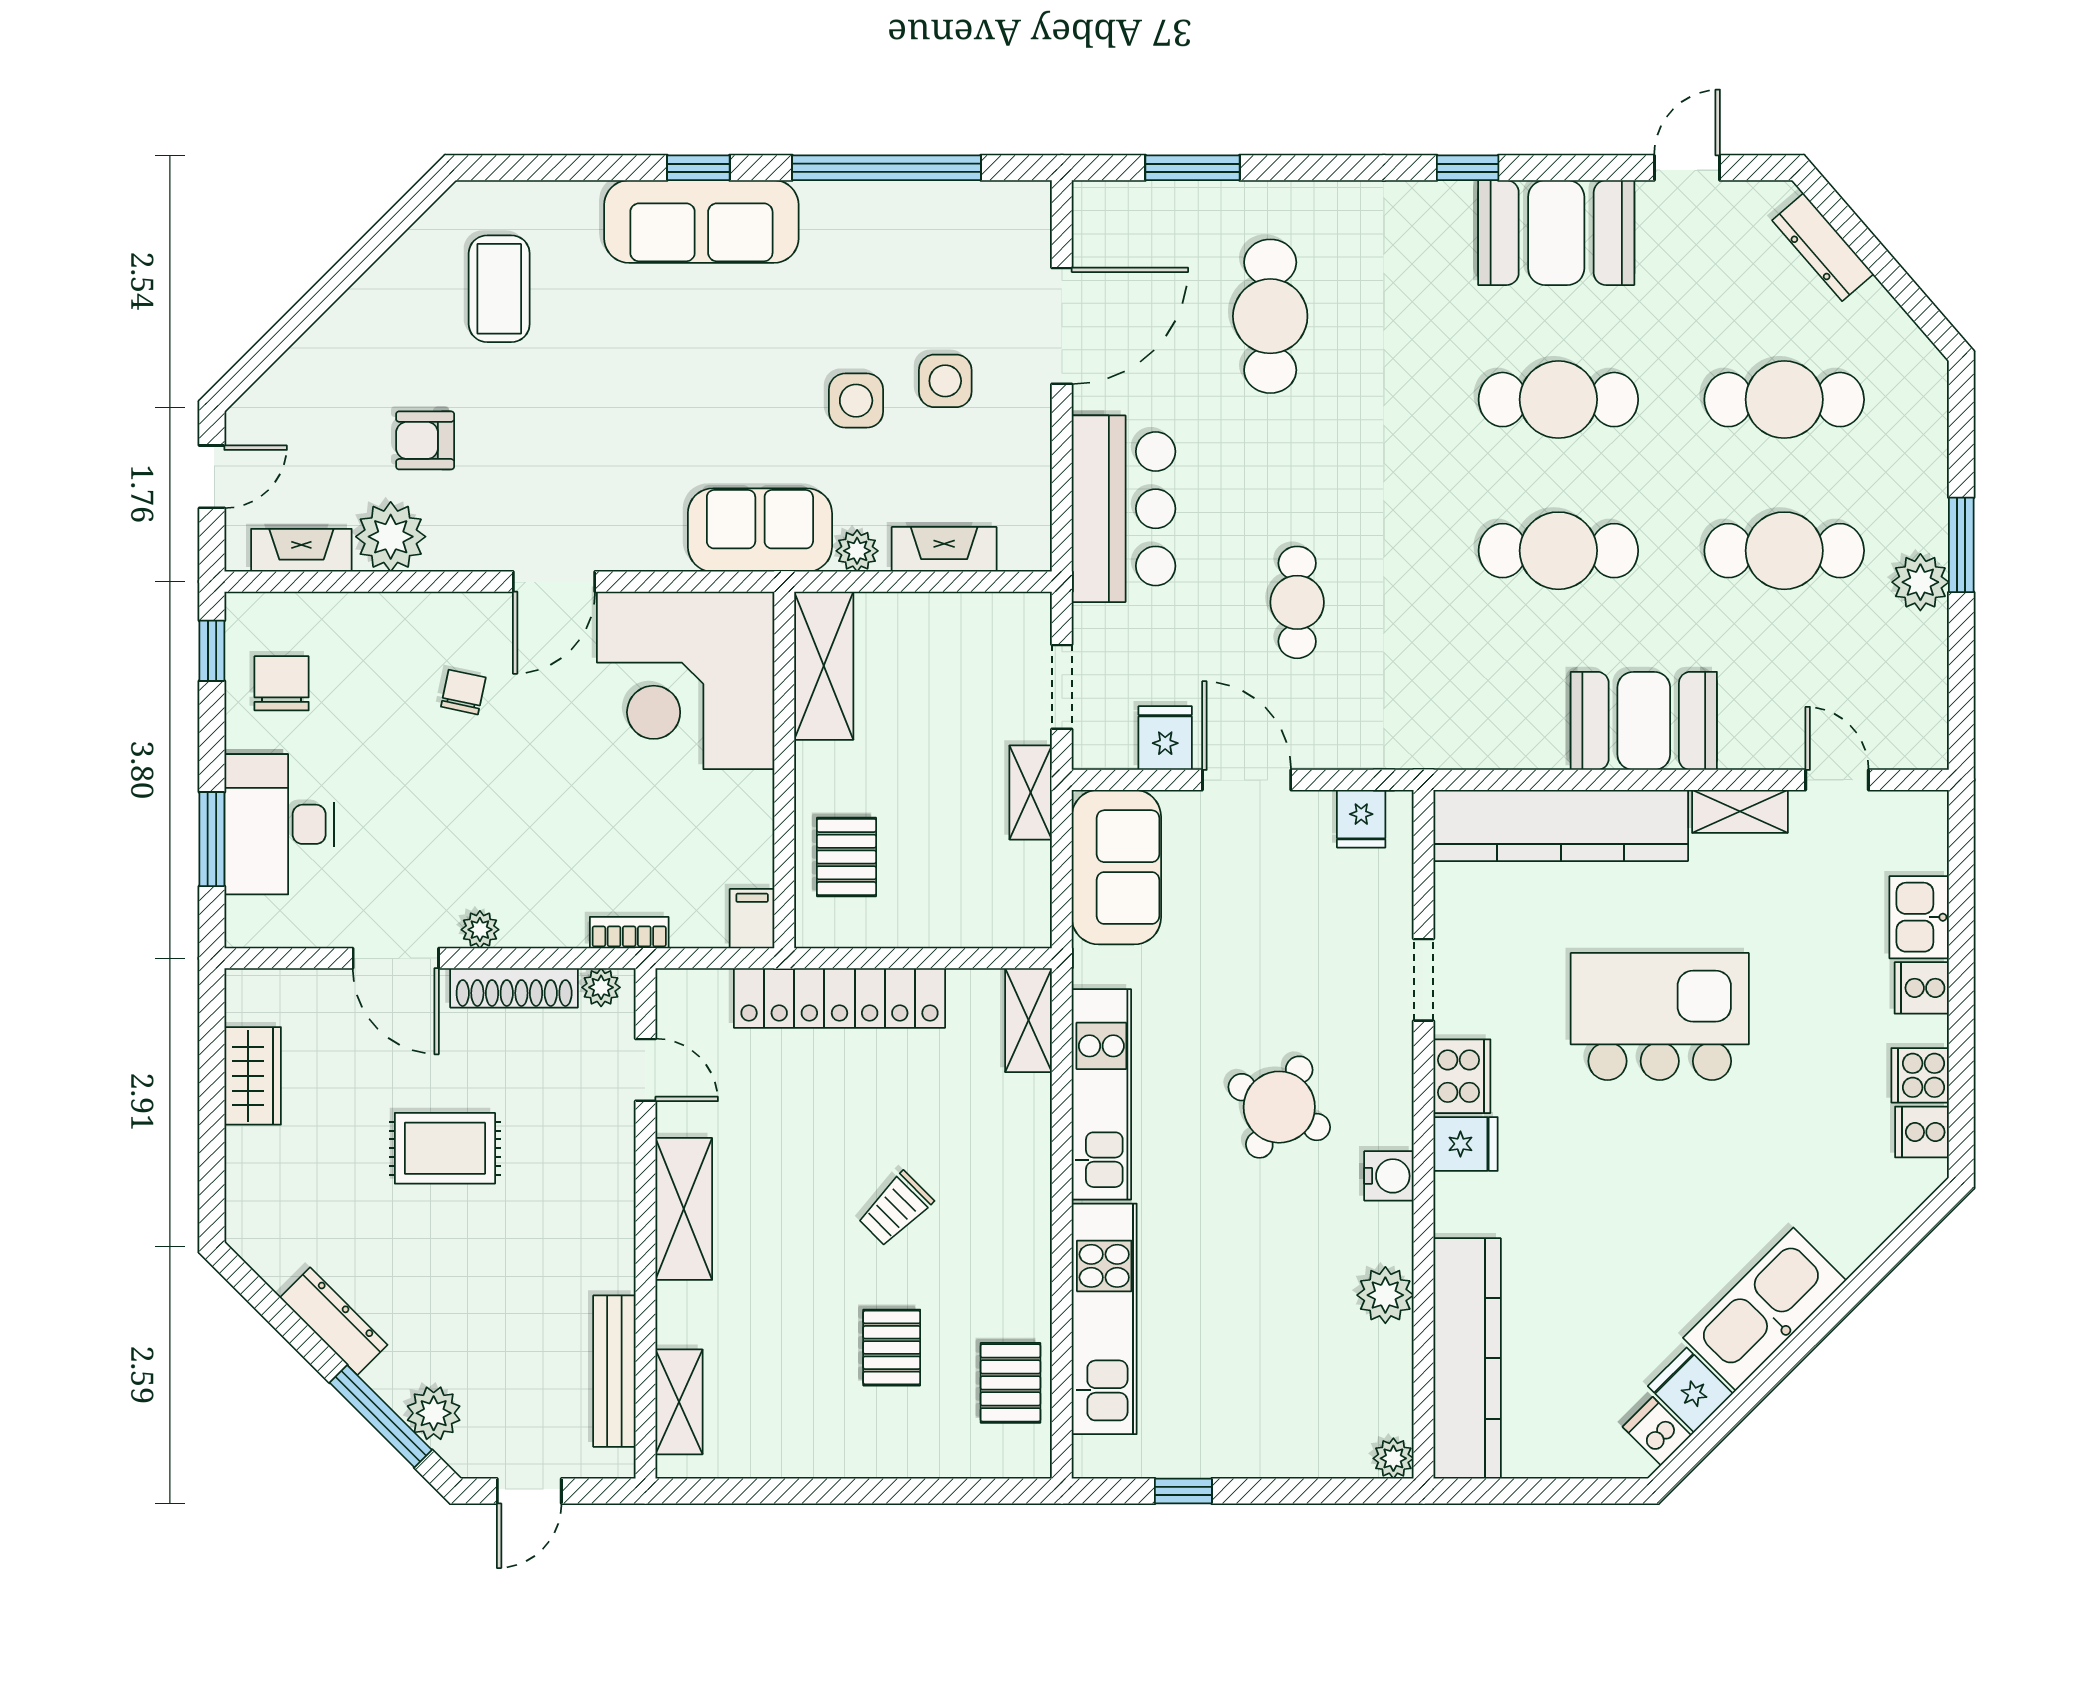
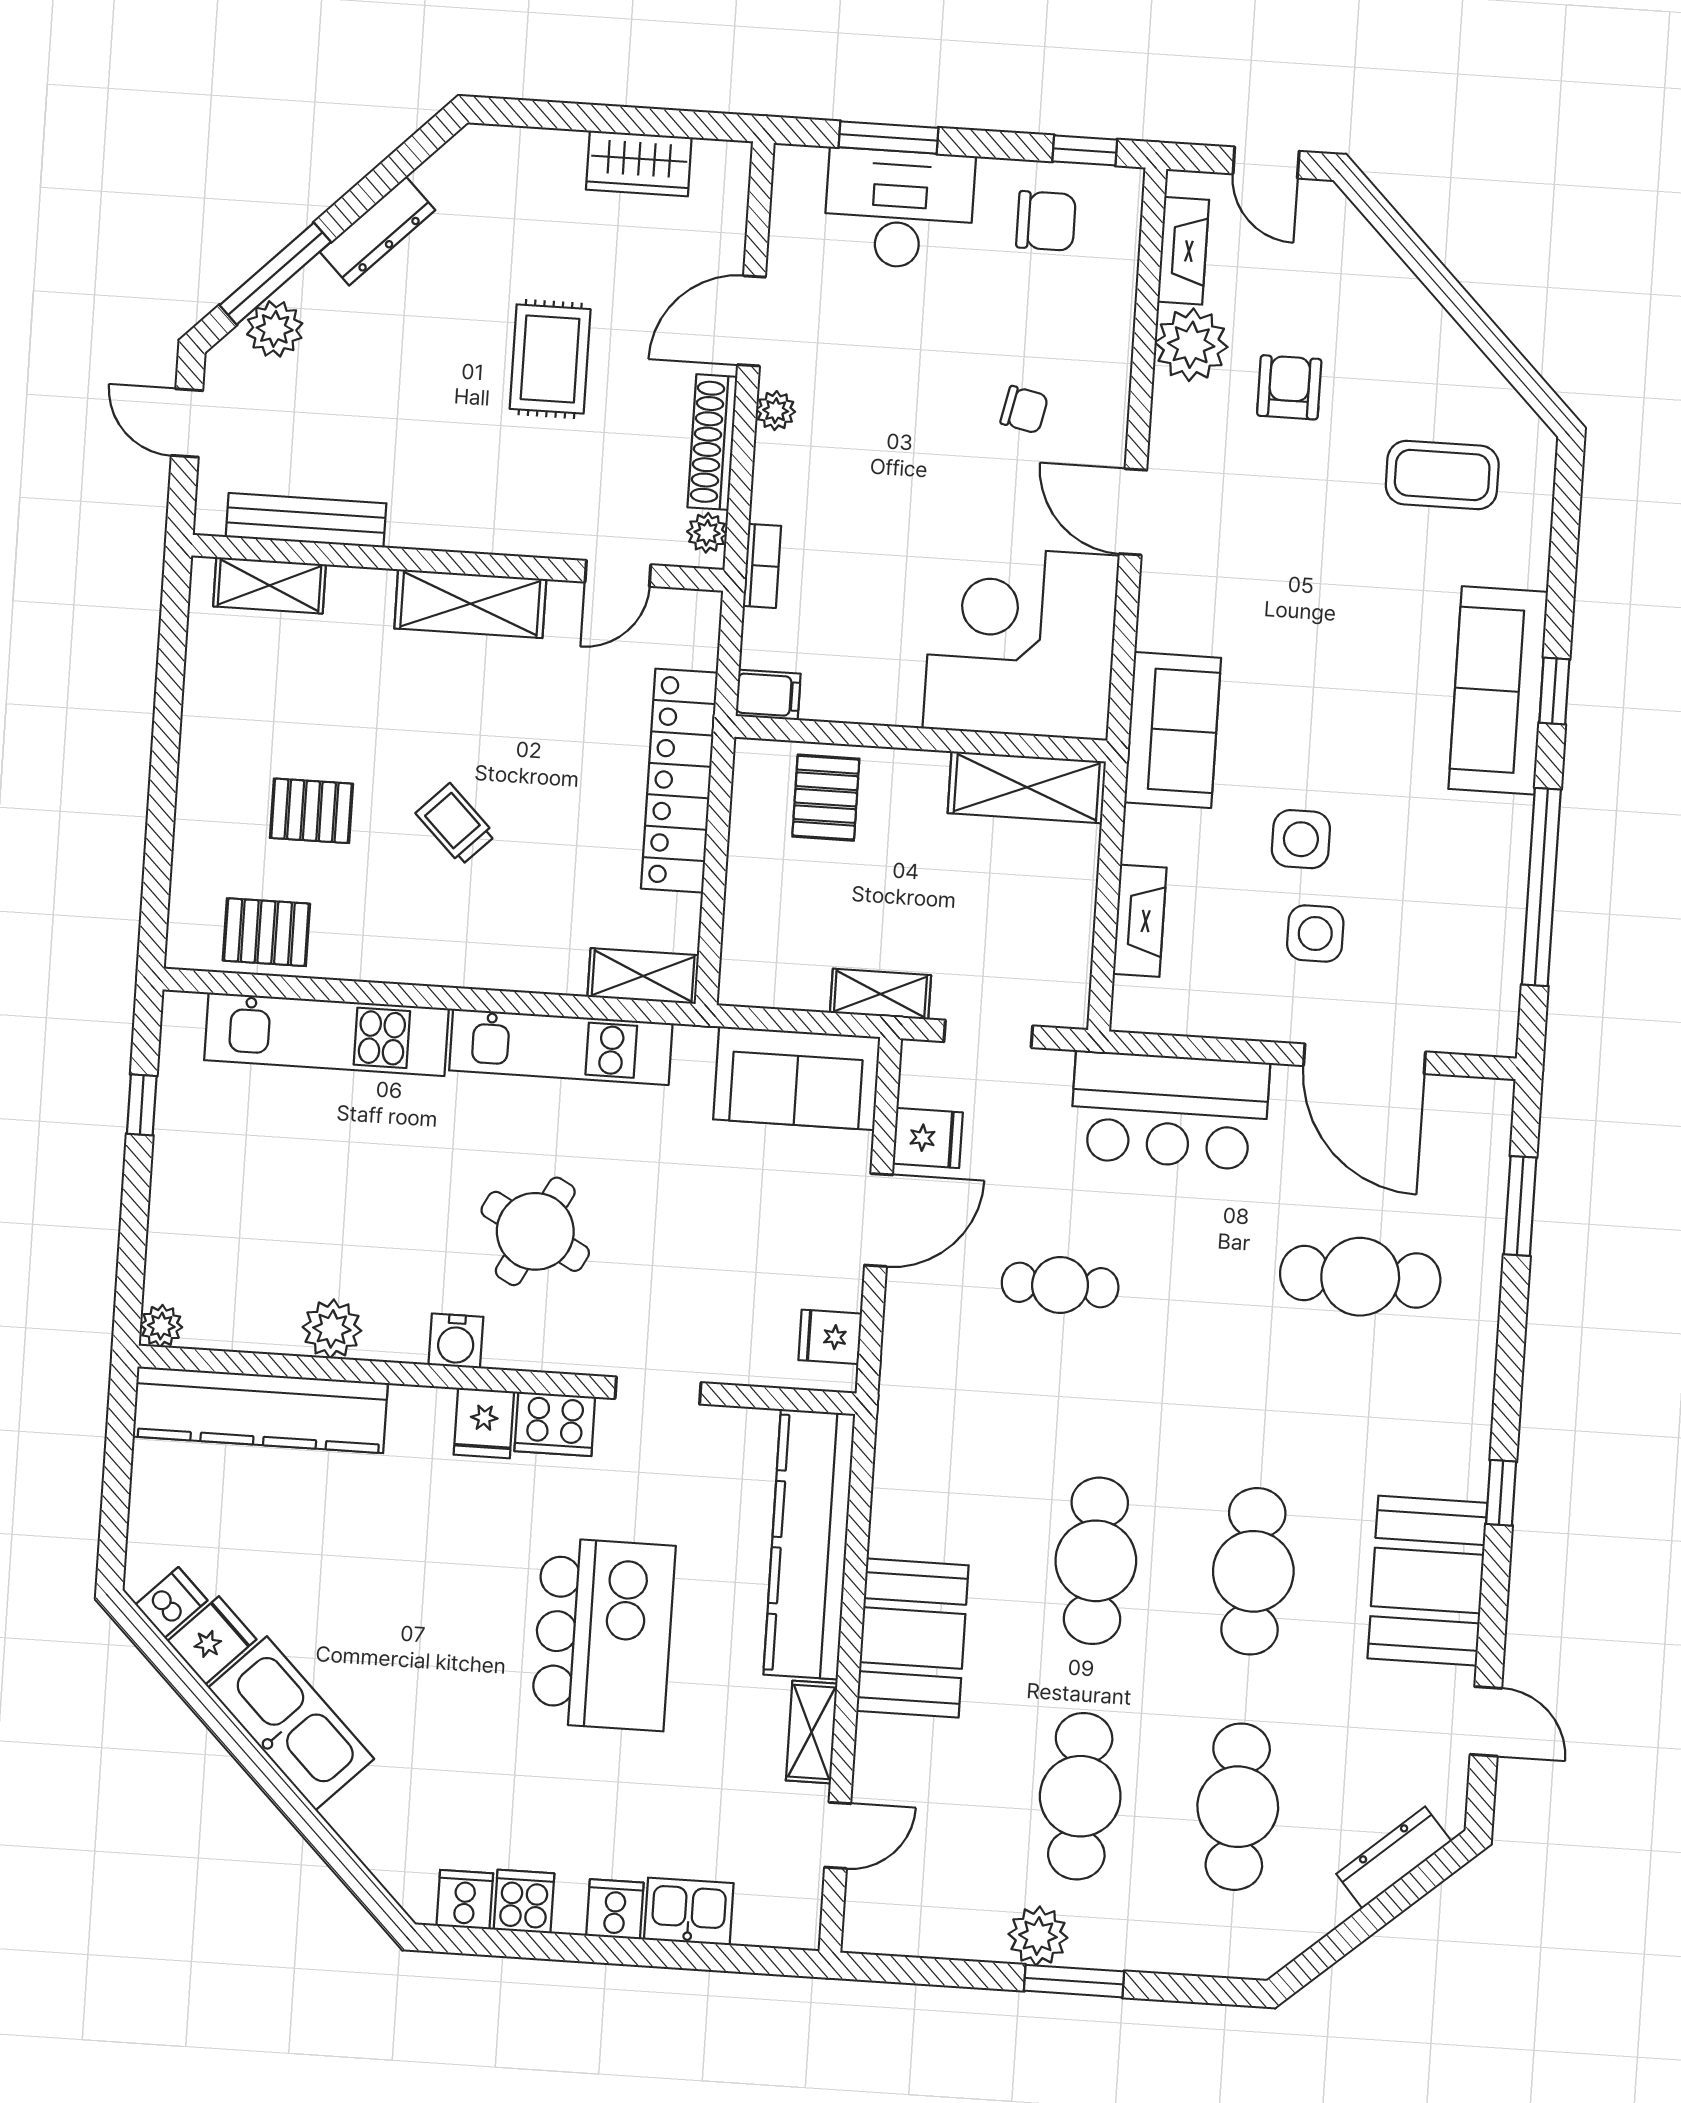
plant: (857, 551) -> (1144, 830), removed
pallet: (846, 857) -> (826, 798), turned 90

